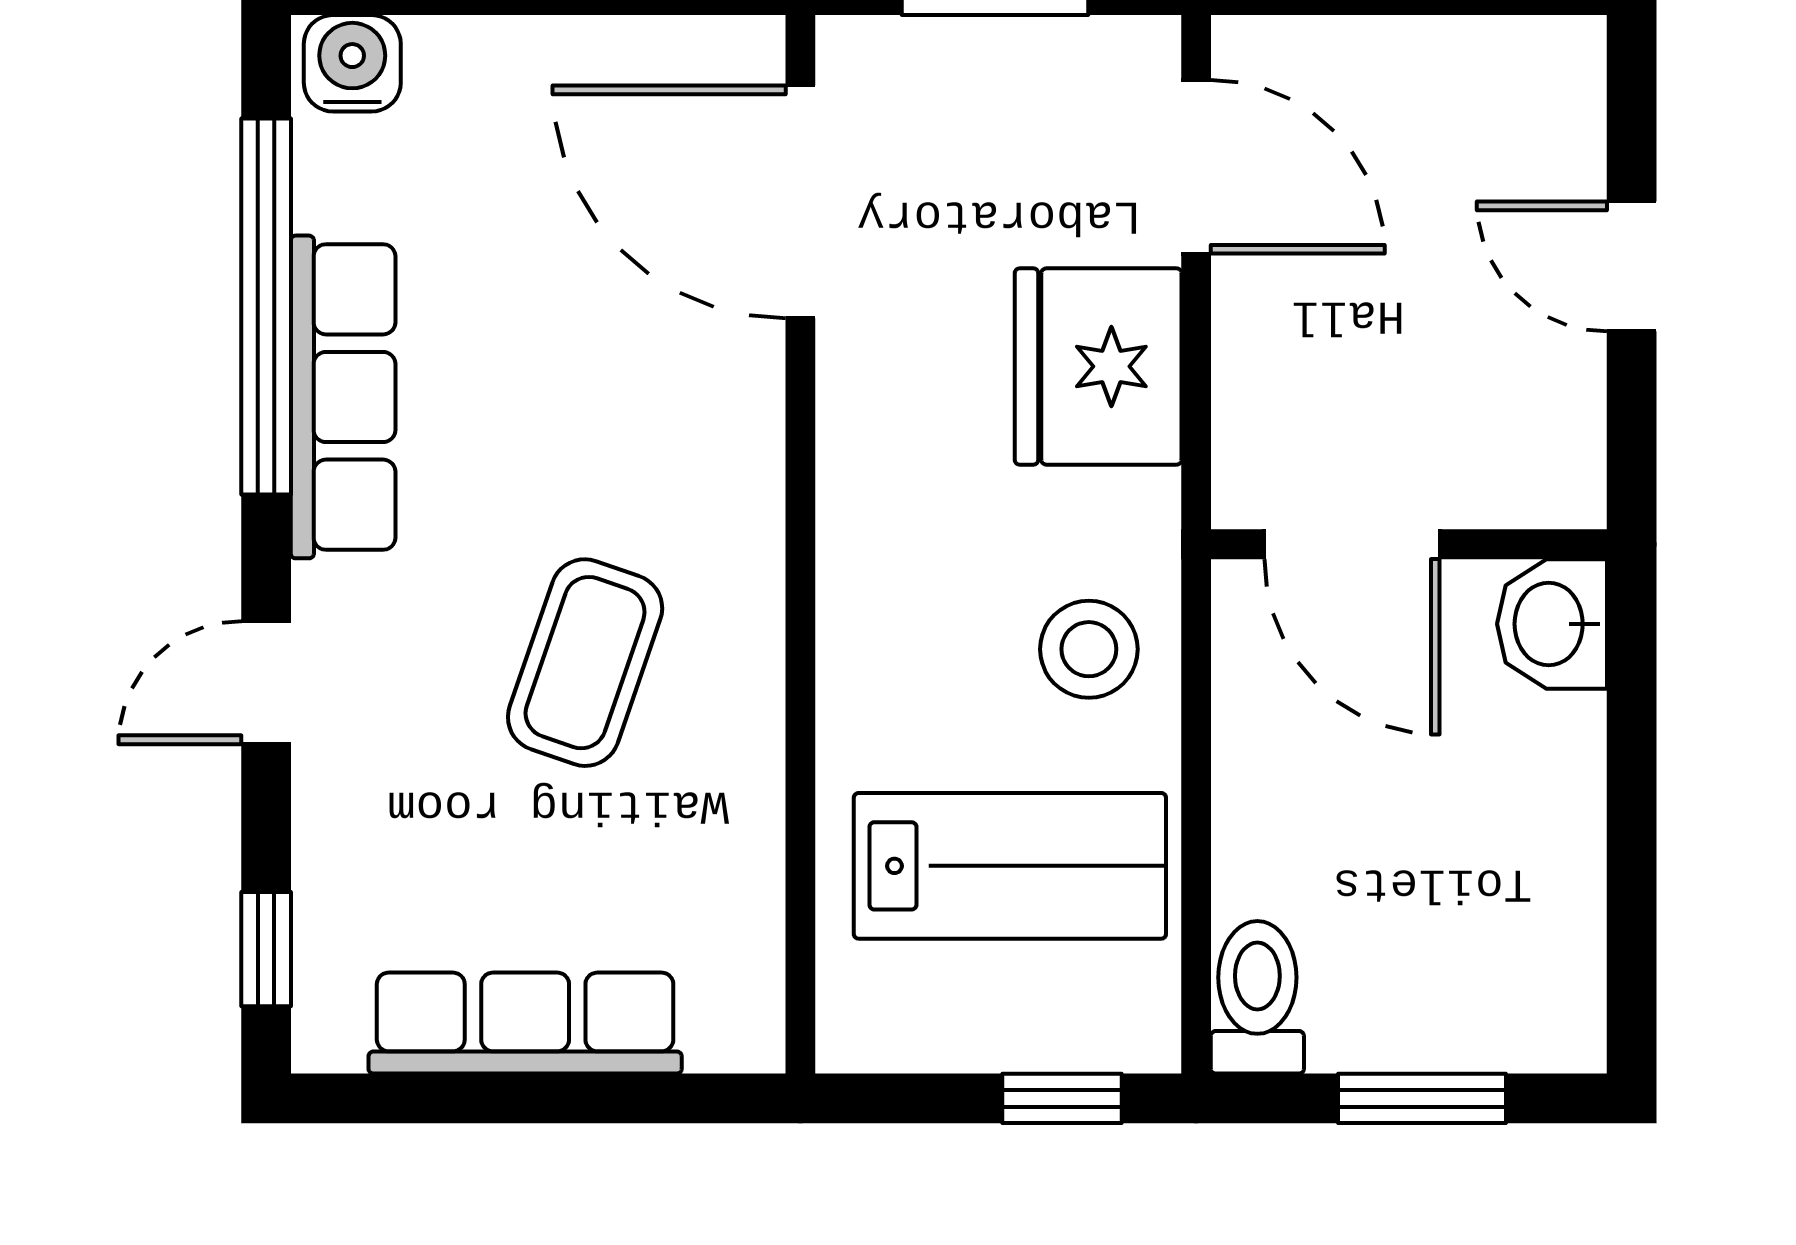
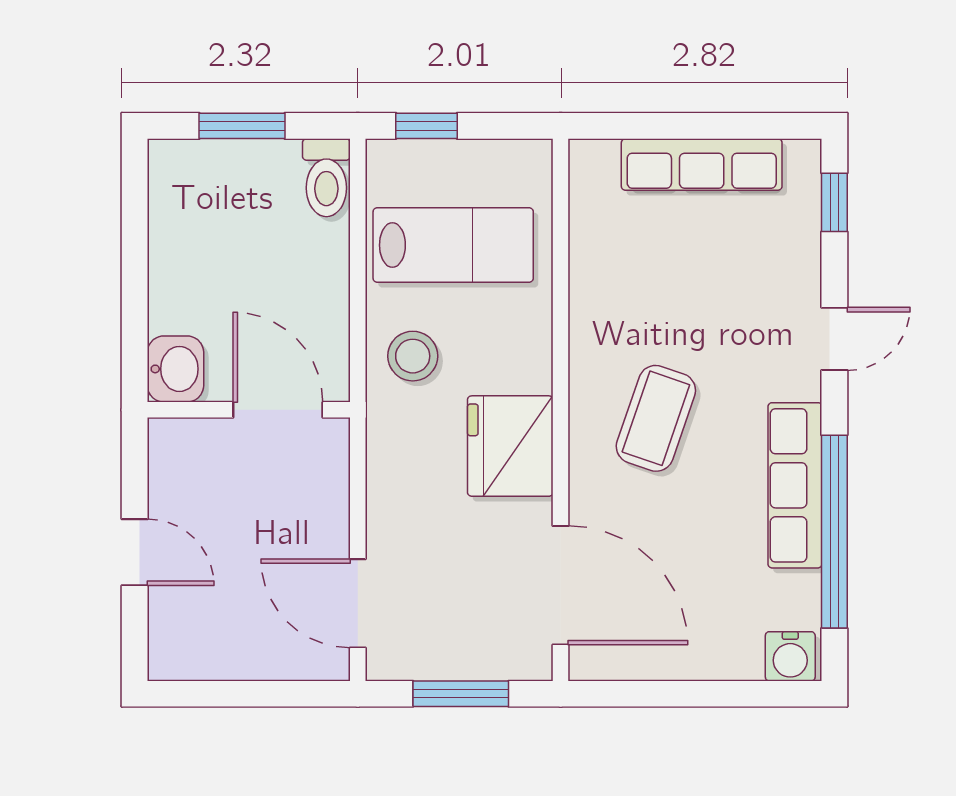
fridge: (1098, 366) -> (510, 446), moved, turned 180
coffee table: (585, 663) -> (656, 418), moved
lab bench: (1010, 866) -> (453, 245), turned 180

